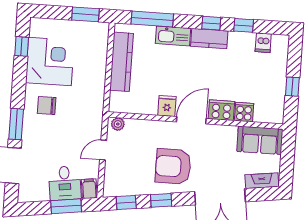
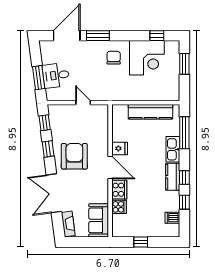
window: (85, 14) -> (184, 64), moved
plant: (118, 124) -> (103, 112), removed
filing cabinet: (89, 189) -> (53, 94), removed

